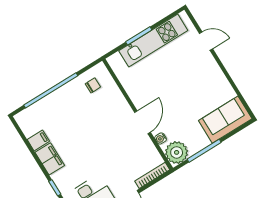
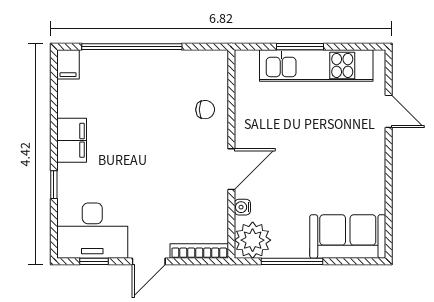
chair: (93, 85) -> (205, 110), moved
filing cabinet: (38, 140) -> (68, 64), moved, turned 90

